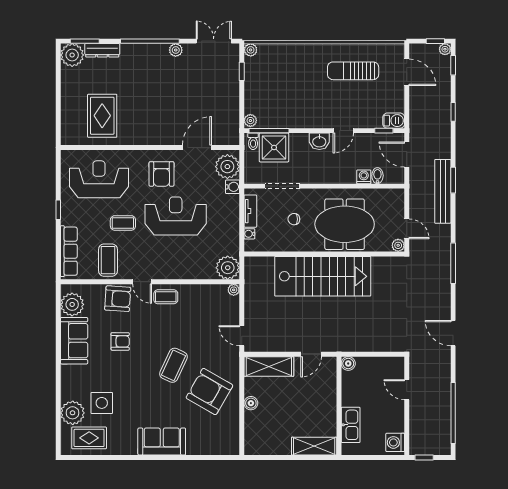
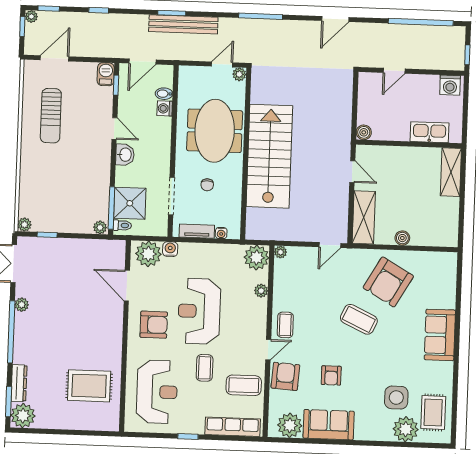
reception desk: (99, 179) -> (157, 392), turned 180
plant: (197, 273) -> (261, 291), added
armchair: (120, 341) -> (331, 375), turned 180

